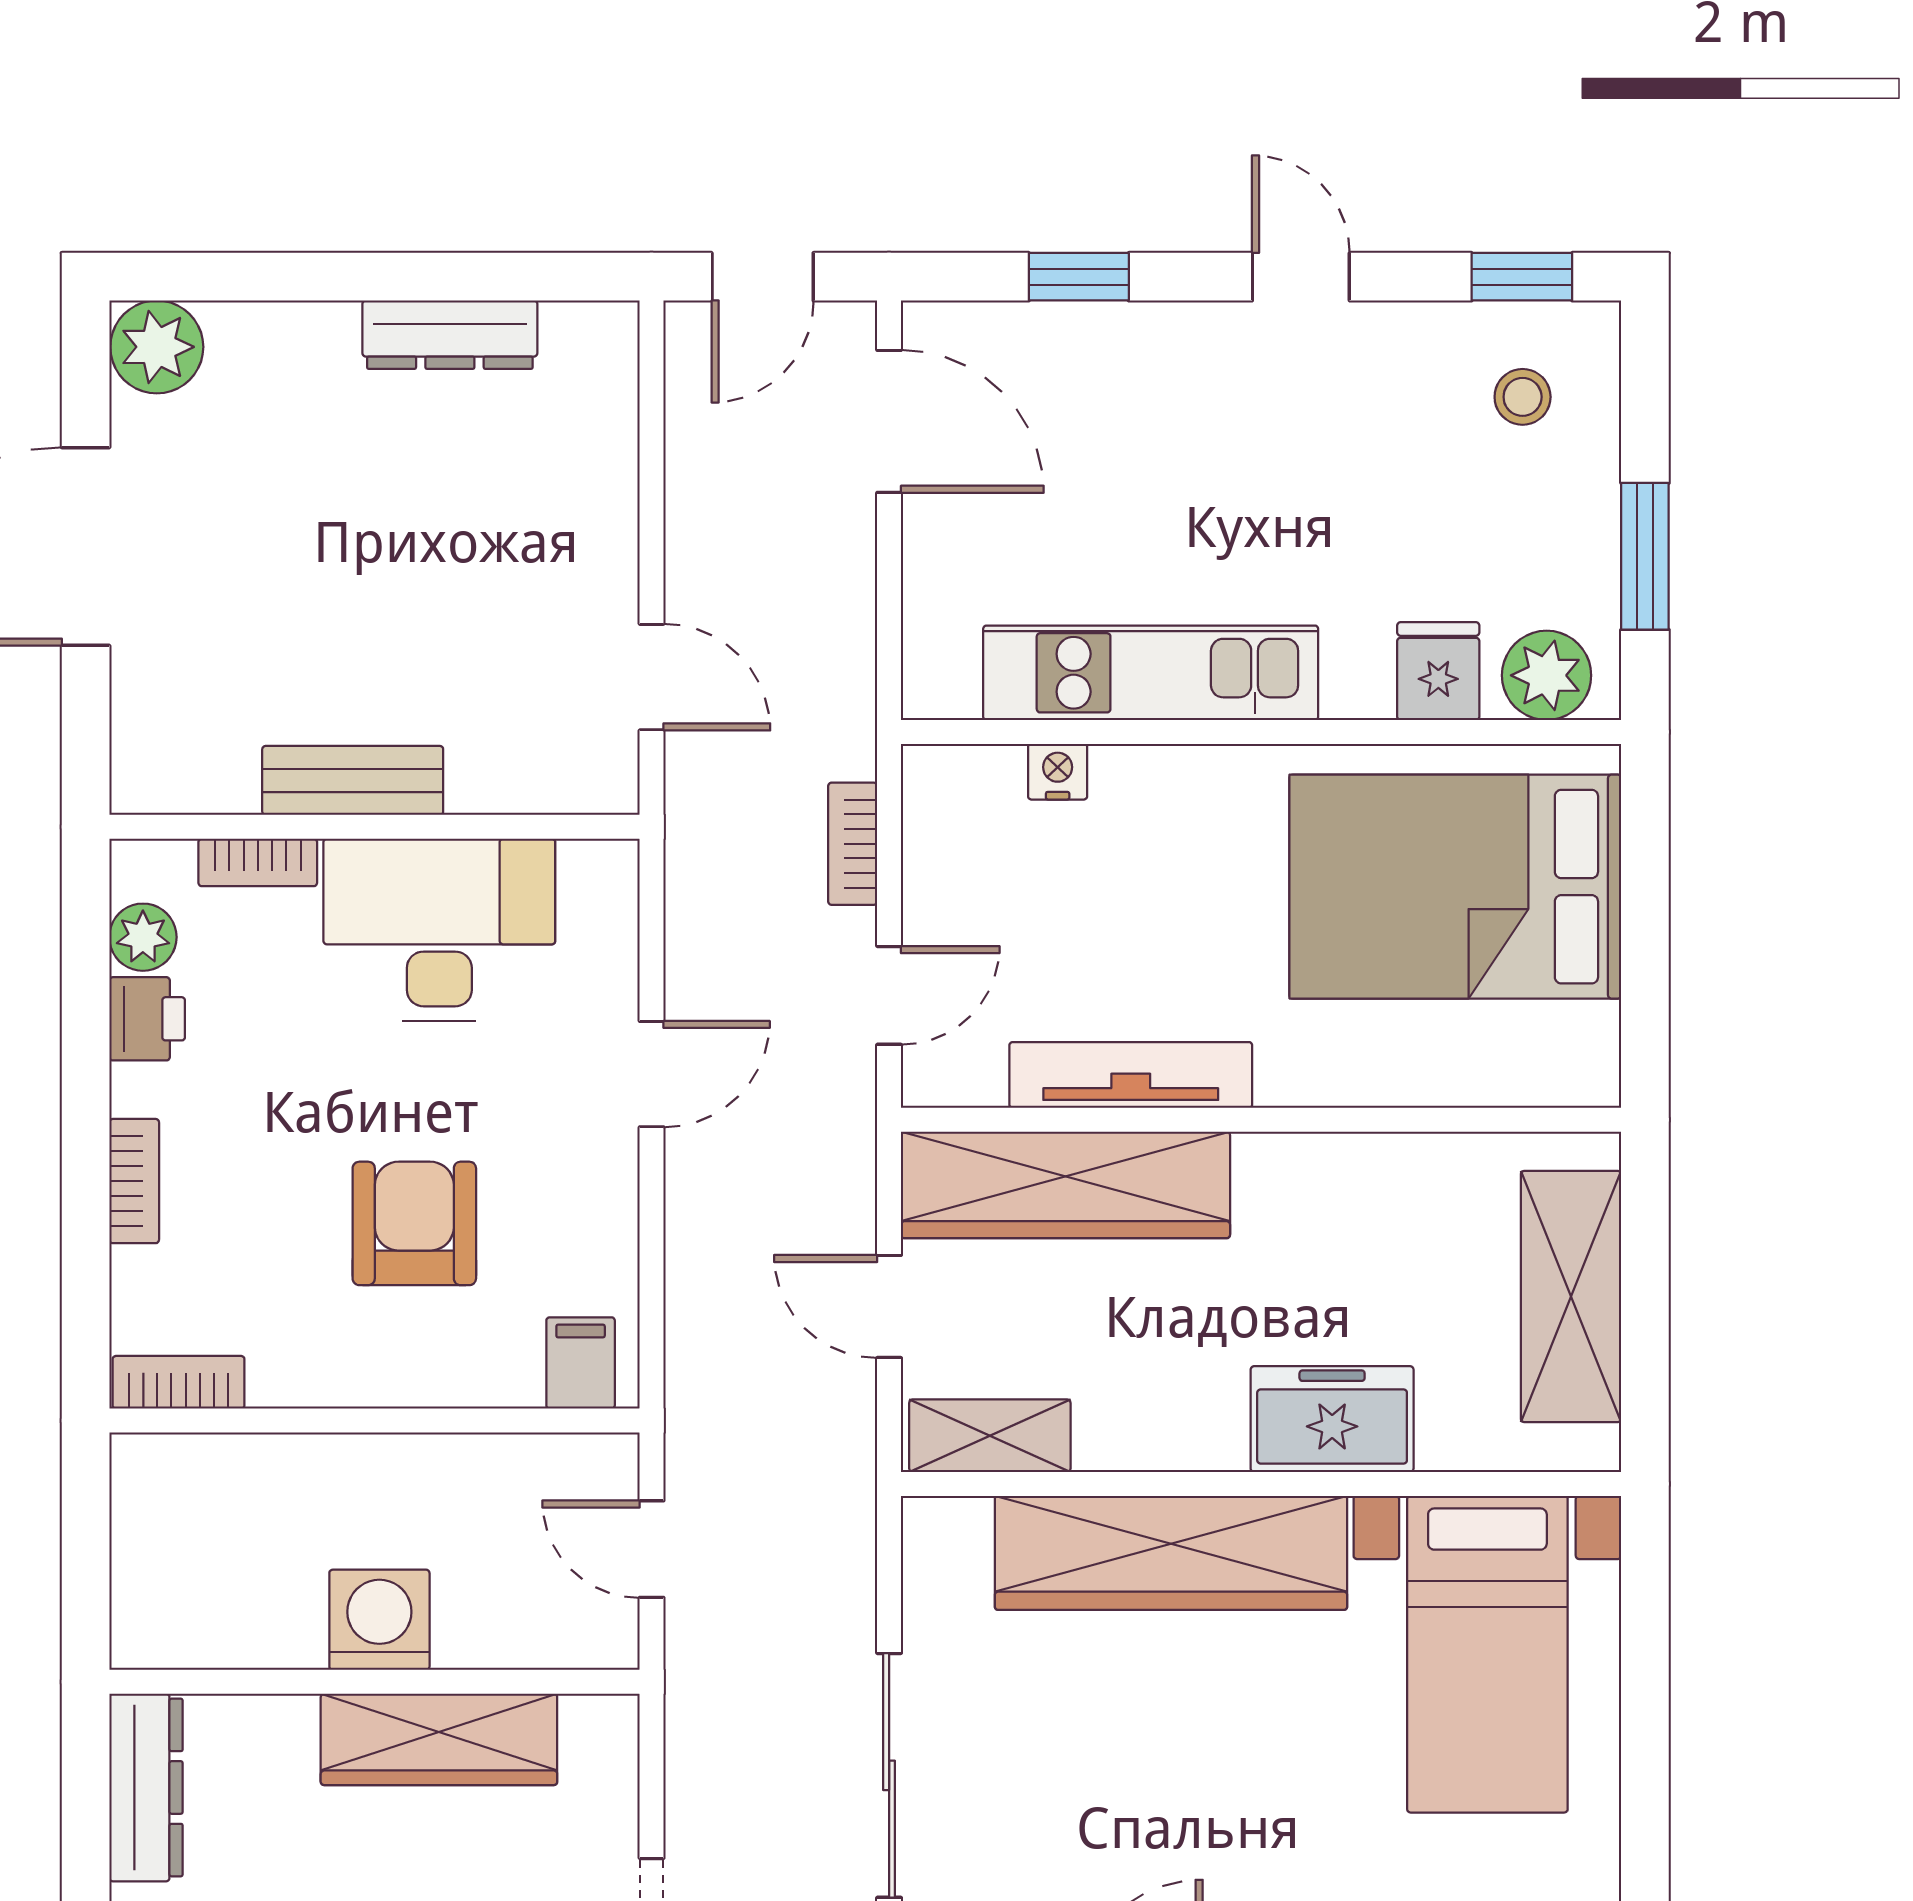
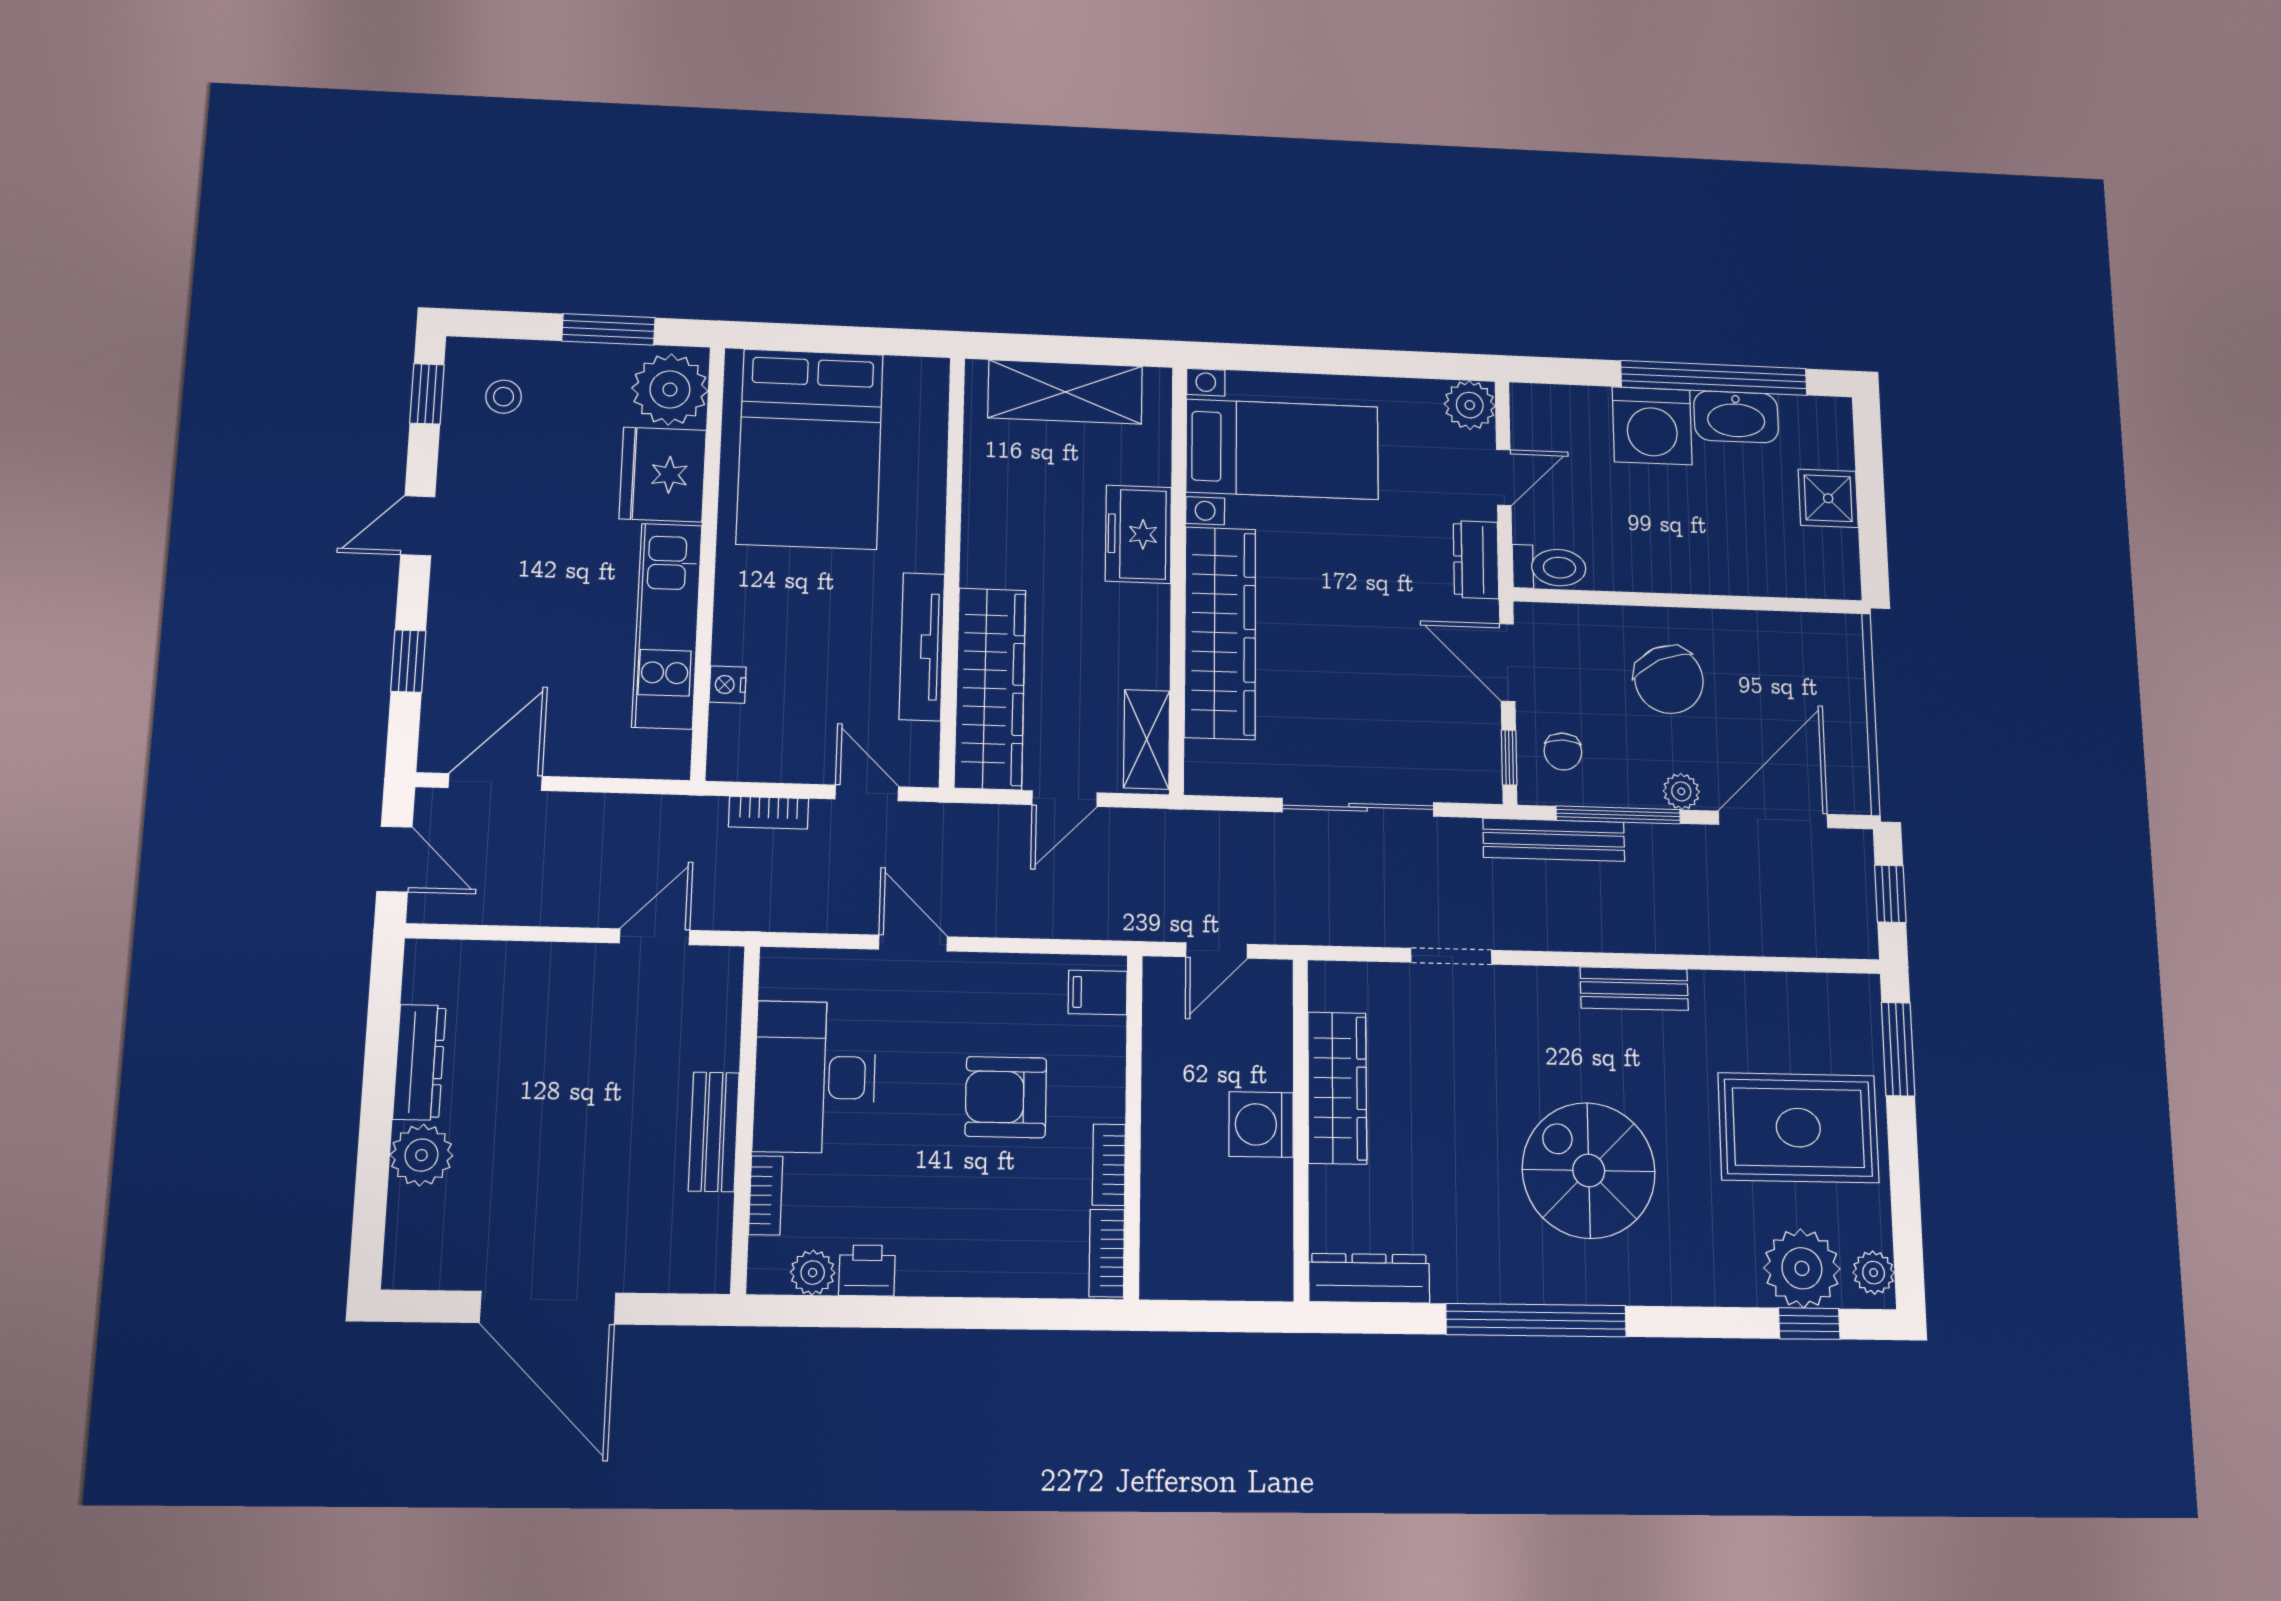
plant: (157, 347) -> (421, 1155), moved
fridge: (1438, 671) -> (663, 474), width x1.88, depth x1.34
plant: (1547, 675) -> (670, 389), width x1.36, depth x1.36
bookcase: (134, 1181) -> (1109, 1165), moved, turned -90

